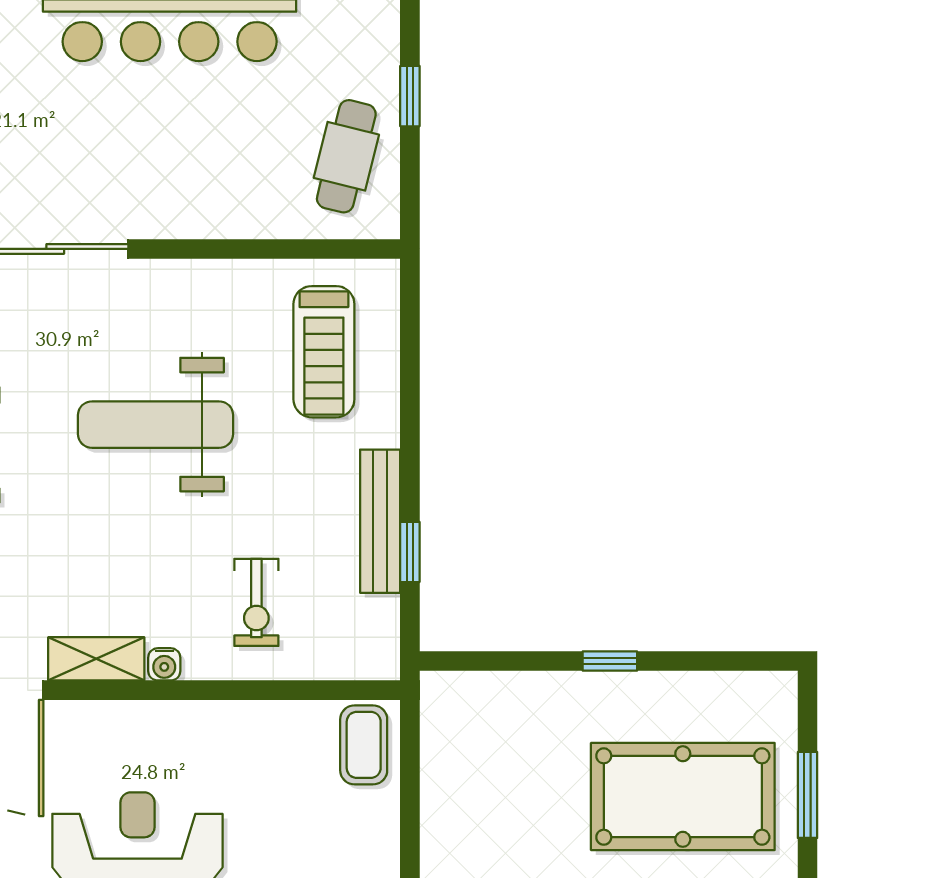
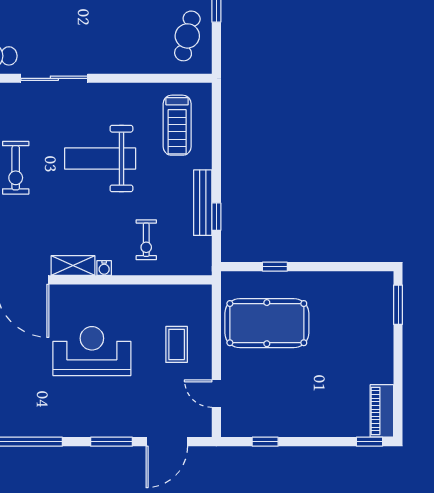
window: (610, 661) -> (275, 267), moved
coffee table: (364, 745) -> (177, 344), moved
window: (807, 795) -> (398, 305), moved
pool table: (683, 797) -> (267, 323), moved

